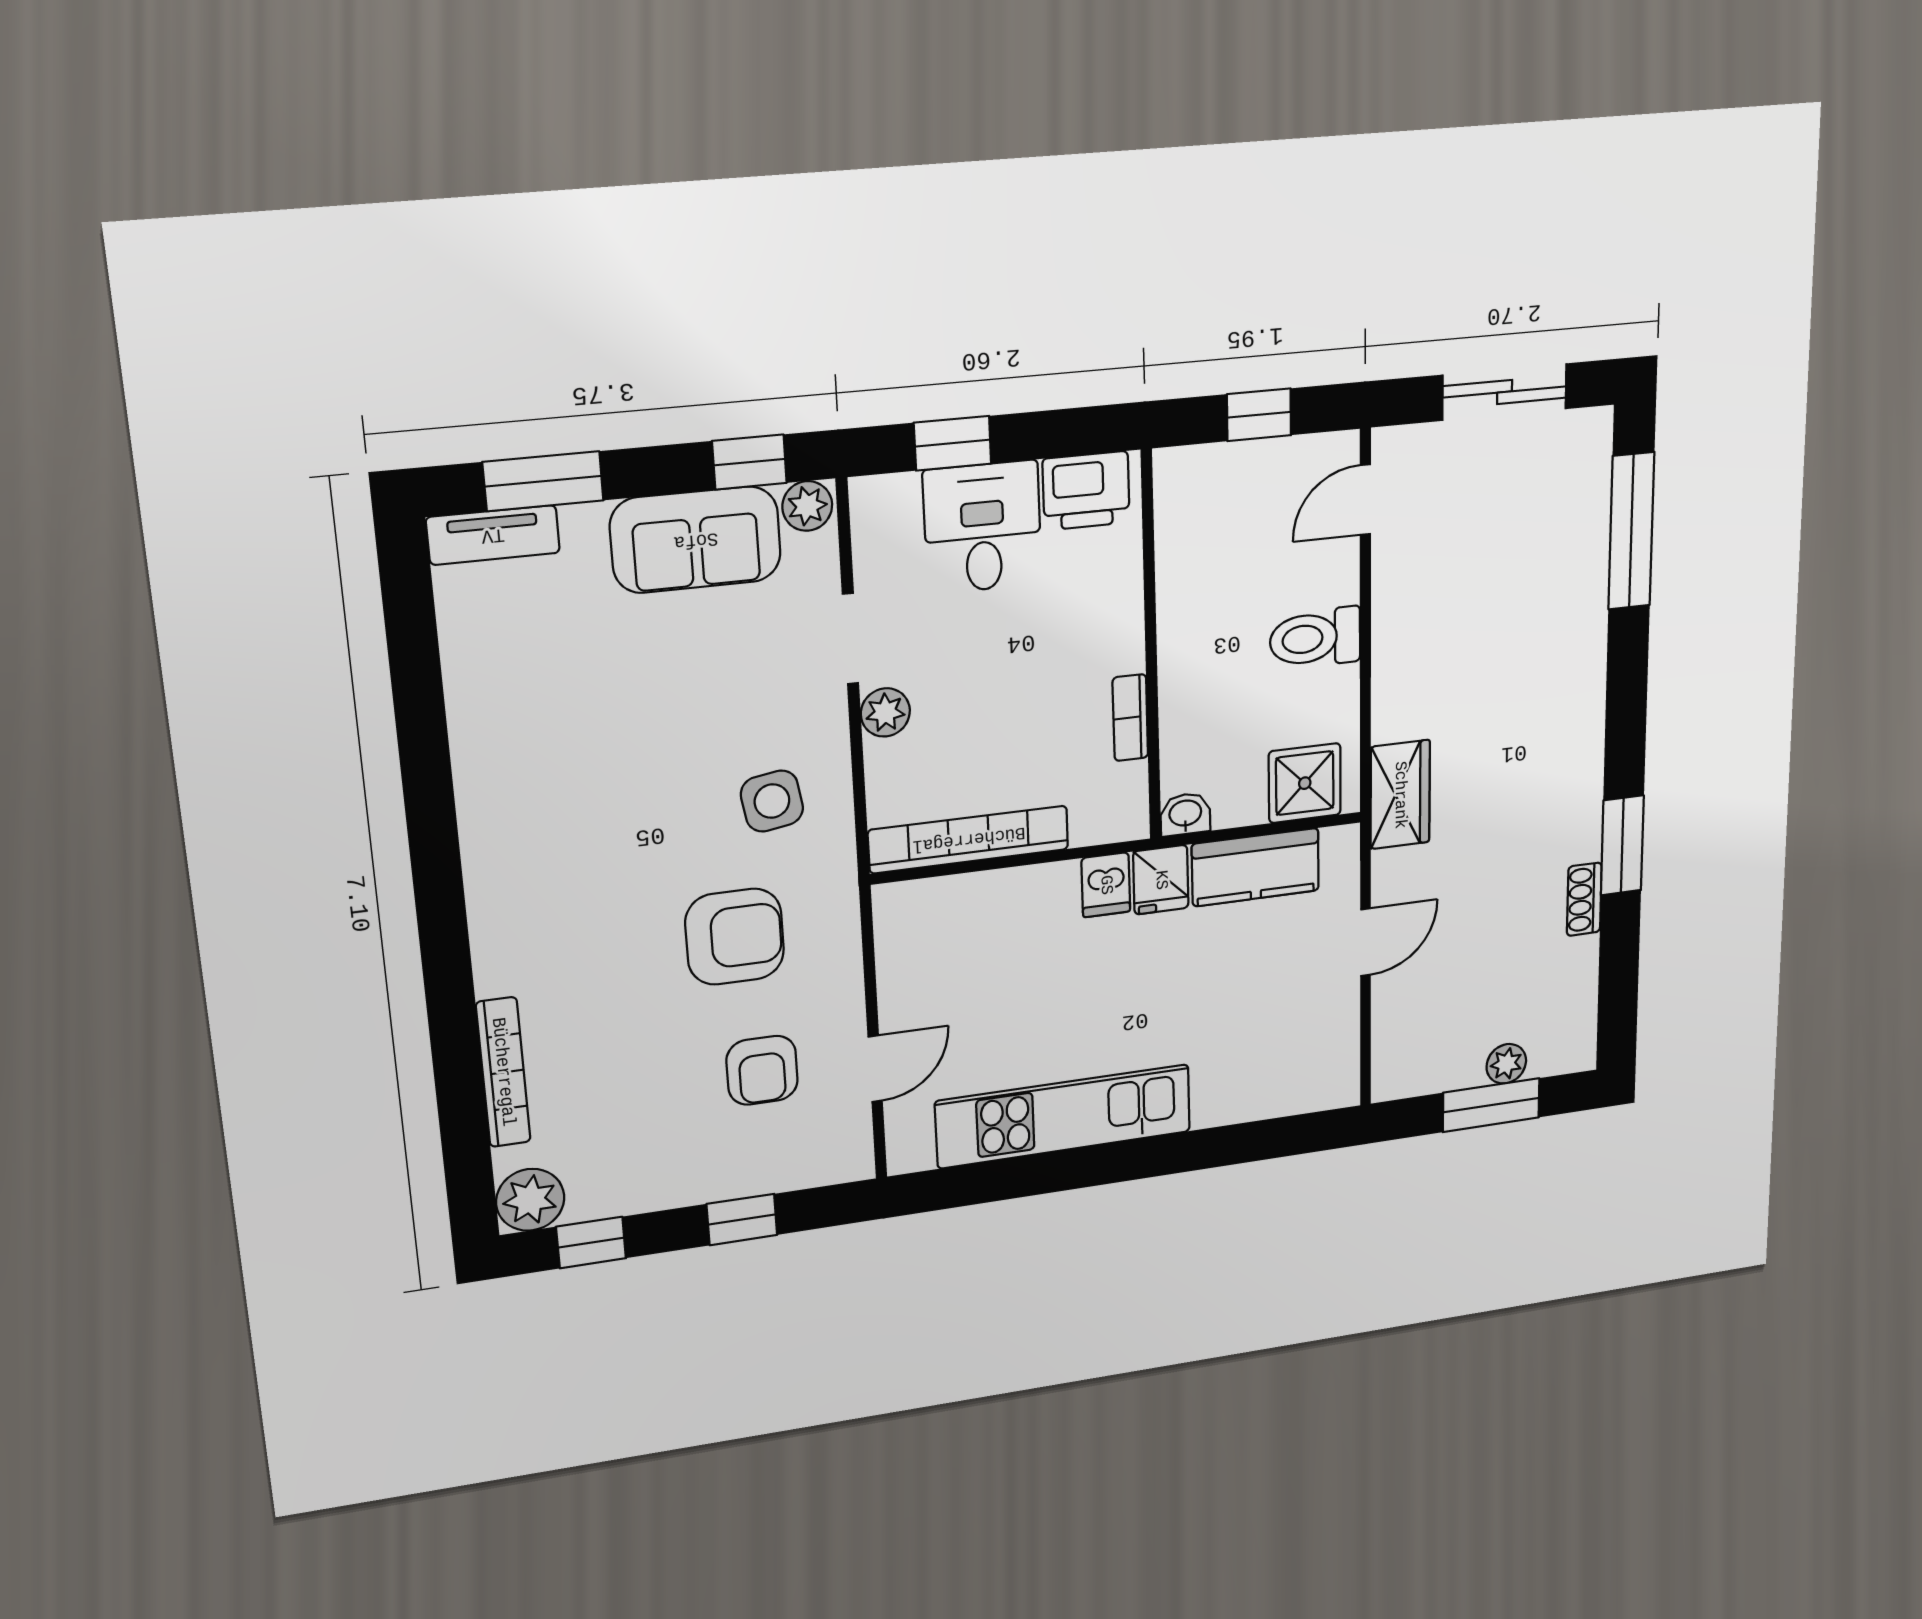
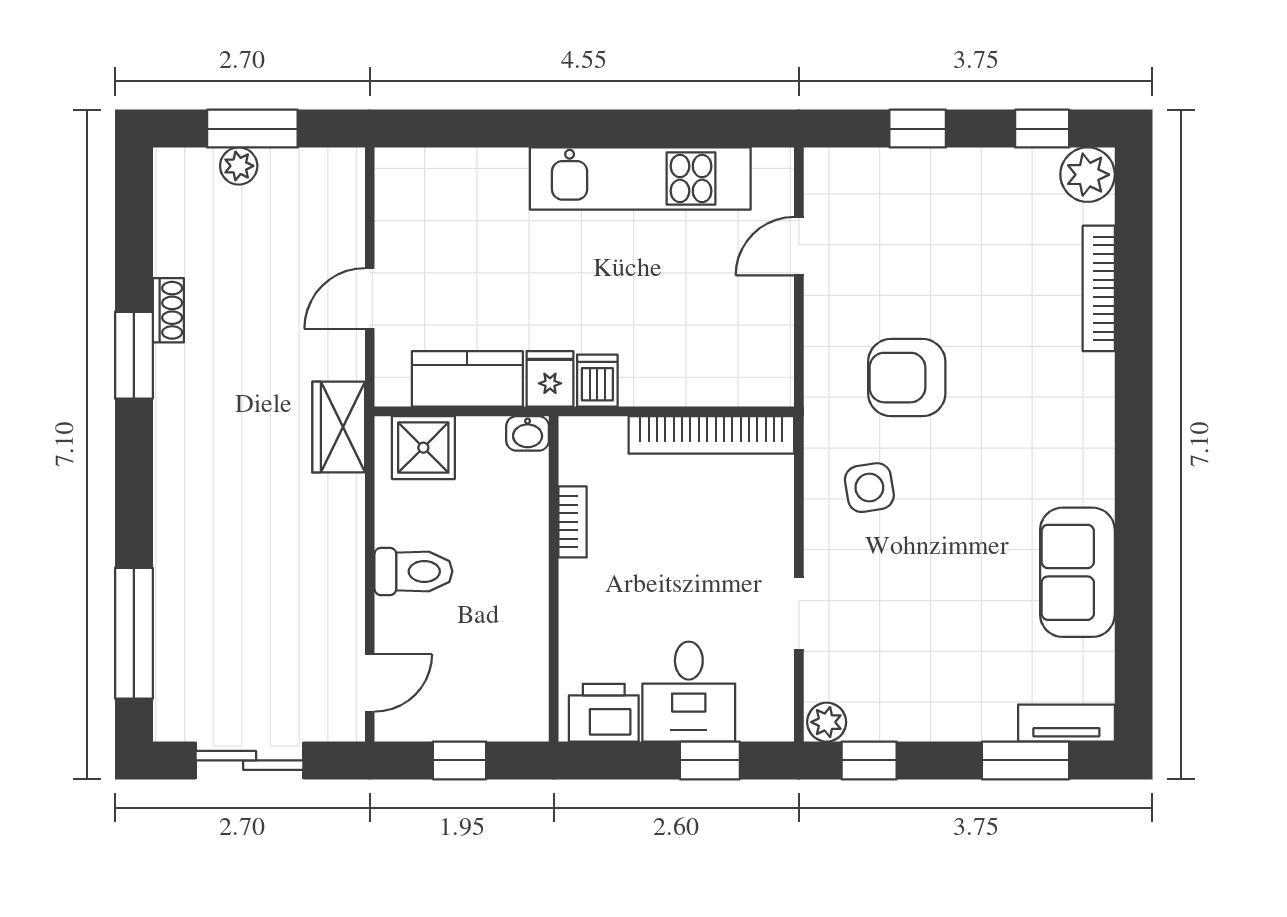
sofa: (696, 540) -> (1077, 572), moved, turned -90
plant: (885, 712) -> (774, 550), removed
armchair: (762, 1070) -> (892, 259), removed

